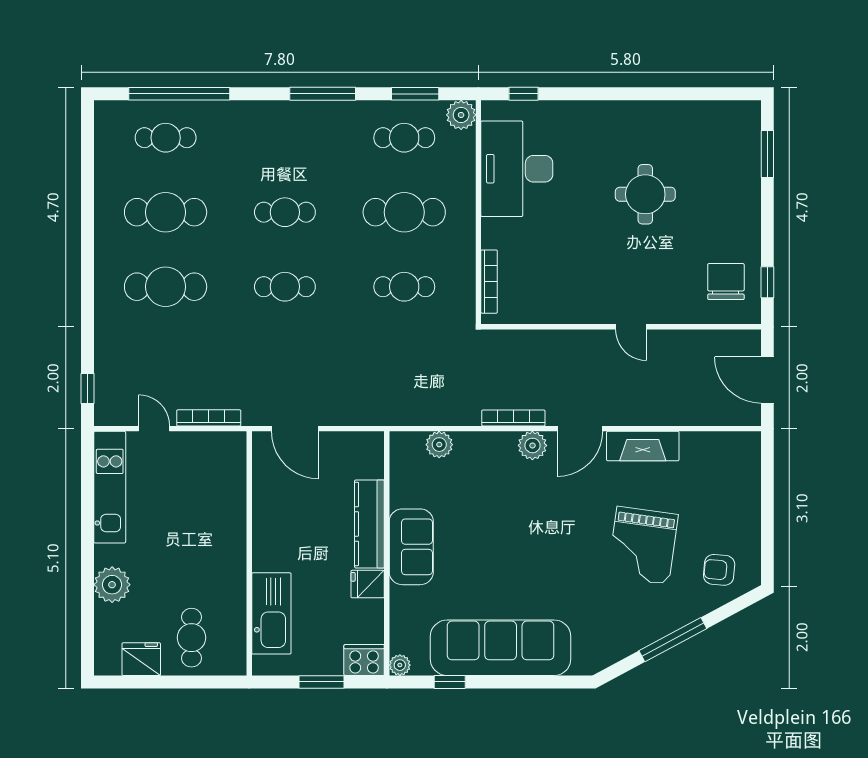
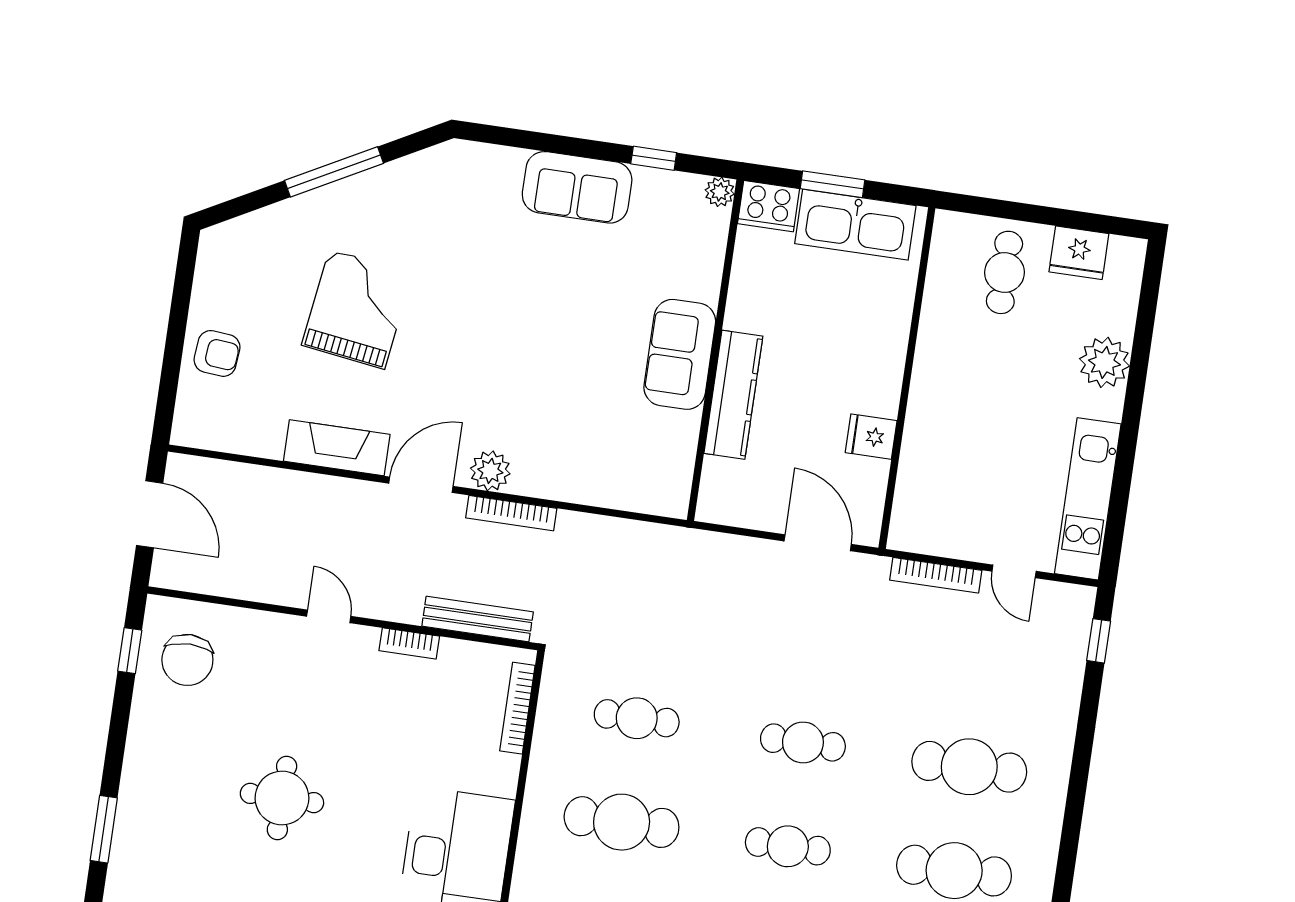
bookcase: (572, 316) -> (409, 643), added
bench: (526, 340) -> (478, 619), added
plant: (439, 445) -> (620, 491), removed
armchair: (719, 570) -> (217, 353), moved
fridge: (368, 584) -> (871, 437), moved, turned 180
kitchen sink: (271, 613) -> (855, 225), moved, turned -90
sofa: (501, 648) -> (577, 187), width x0.54, depth x0.79

